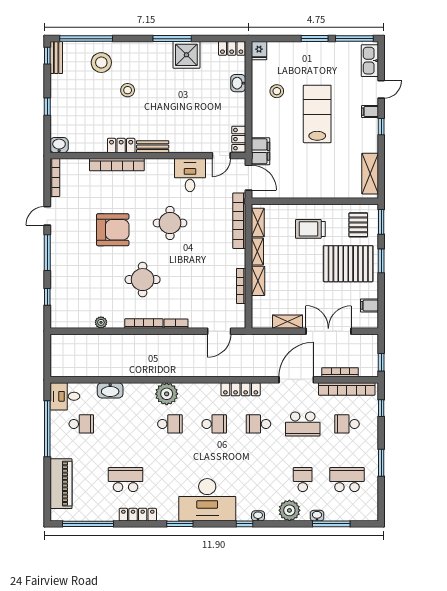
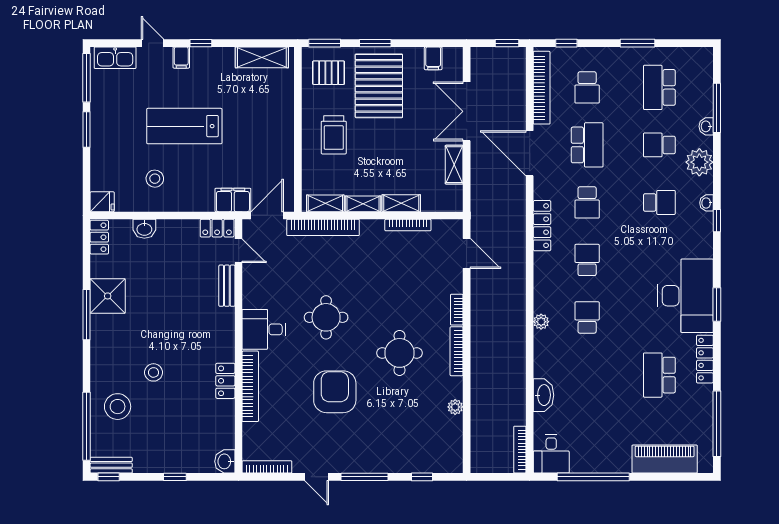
bench: (153, 147) -> (227, 286), moved
desk: (190, 175) -> (264, 329), moved
bookcase: (340, 372) -> (520, 450), moved
plant: (167, 394) -> (541, 322), width x0.53, depth x0.53
school desk: (81, 424) -> (659, 202), moved, turned 90
desk: (207, 500) -> (686, 296), moved

